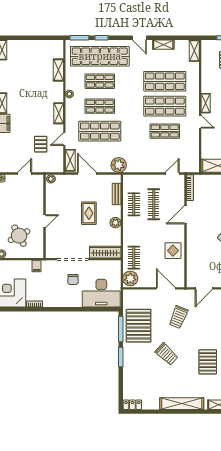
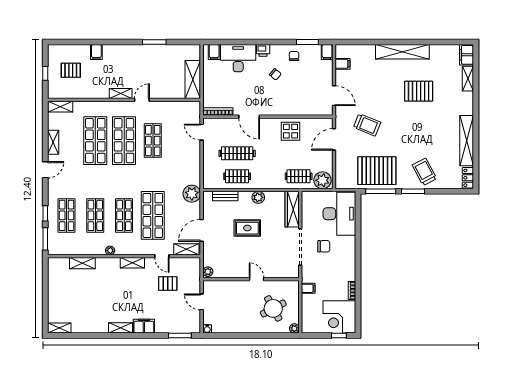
shop shelf: (100, 56) -> (67, 215), width x0.50, depth x0.74
trolley: (167, 354) -> (425, 172), moved, turned -71
shelving: (182, 404) -> (467, 141), moved

